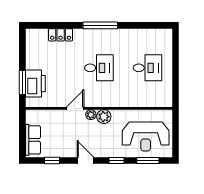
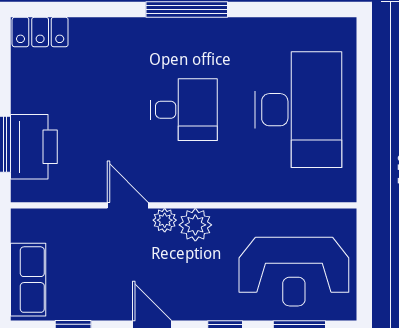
locker: (61, 35) -> (40, 32), moved
desk: (147, 68) -> (298, 110), width x1.87, depth x1.30
door: (75, 108) -> (128, 205), hinge flipped

